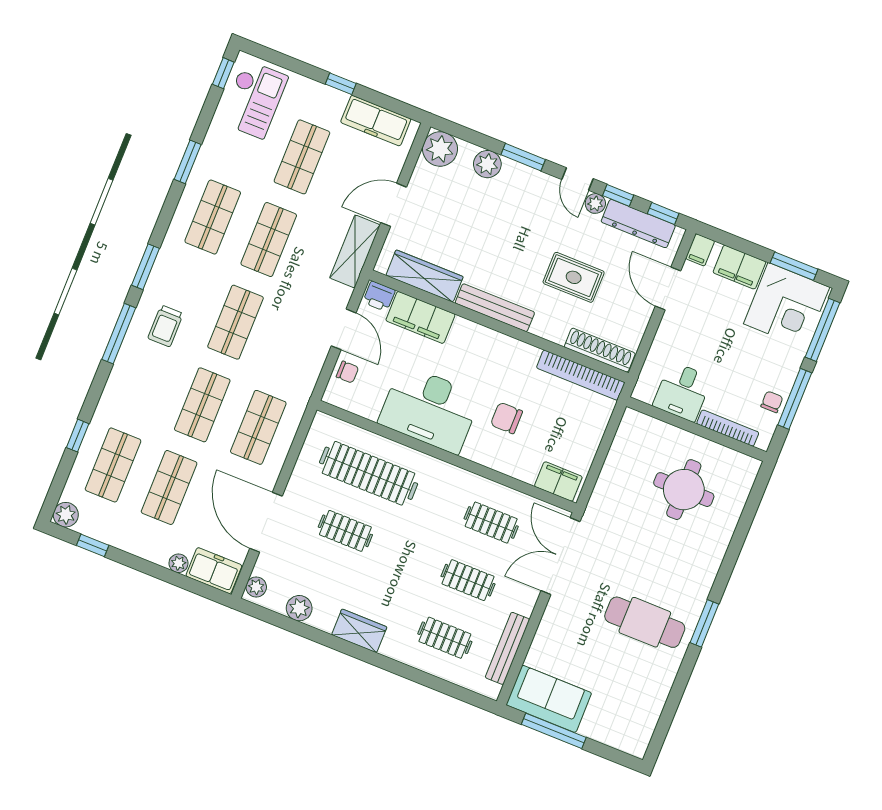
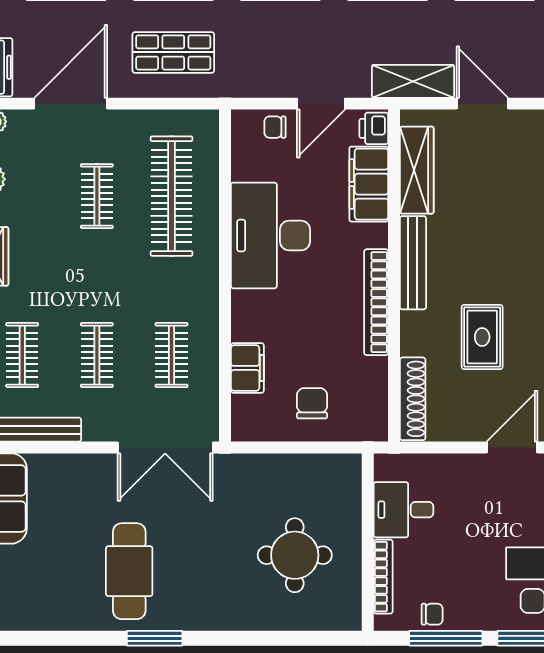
chair: (347, 372) -> (275, 127), turned 90
bookcase: (581, 375) -> (376, 302), moved
chair: (506, 418) -> (312, 403), moved
filing cabinet: (558, 482) -> (247, 368), moved
double door: (560, 556) -> (165, 447), swing flipped

